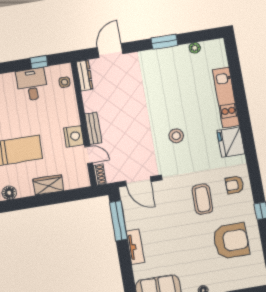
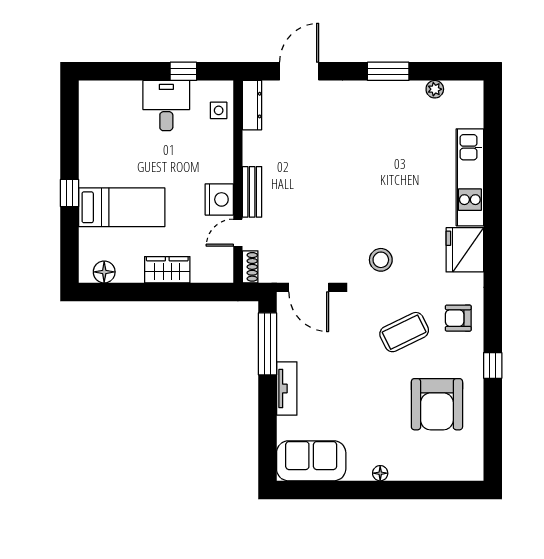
stool: (176, 136) -> (381, 260), moved
door: (89, 155) -> (238, 233), swing flipped
coffee table: (202, 199) -> (404, 332), turned 64
armchair: (231, 241) -> (437, 404), turned 90

